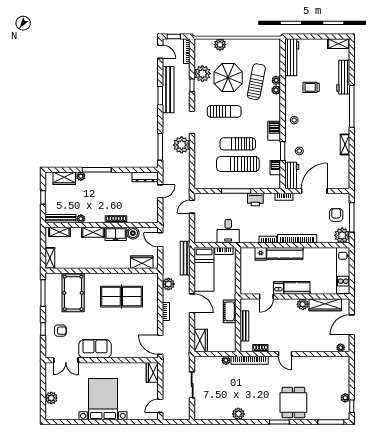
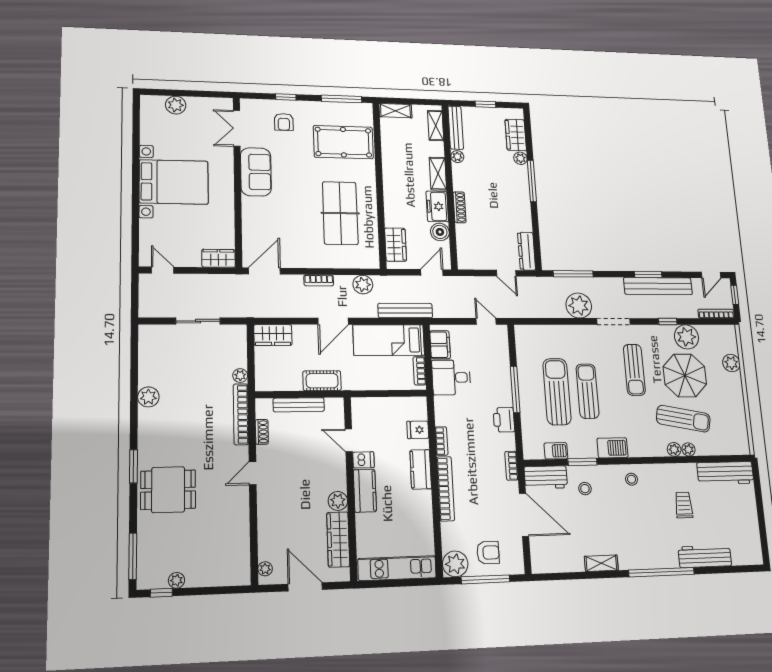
shelving: (339, 44) -> (754, 547), removed
filing cabinet: (207, 237) -> (440, 345), added
kitchen counter: (285, 253) -> (421, 469), width x0.67

